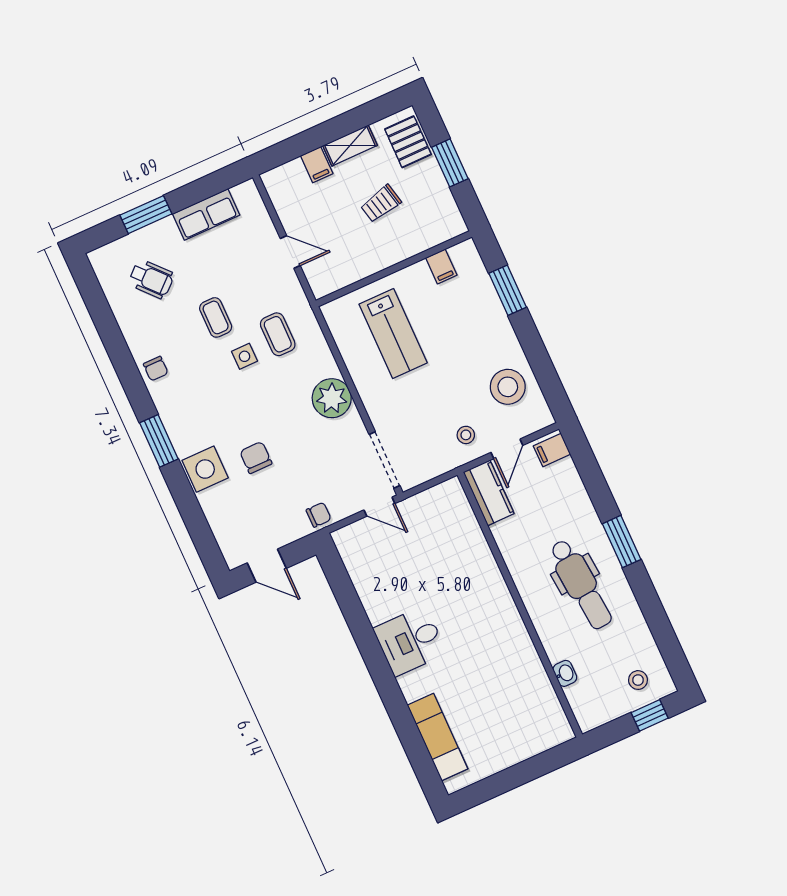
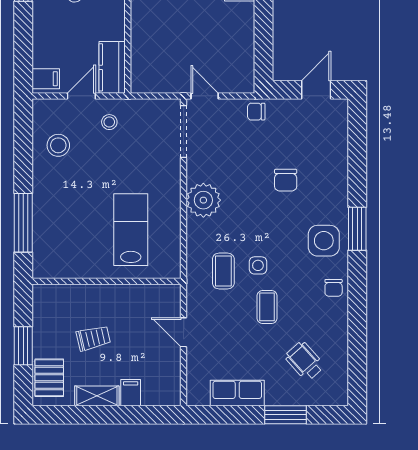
filing cabinet: (441, 266) -> (68, 266), removed
window: (508, 290) -> (23, 223), width x1.44
chair: (156, 369) -> (334, 288), turned 180
stool: (508, 387) -> (58, 145), width x0.73, depth x0.73
side table: (205, 469) -> (324, 241), moved
door: (267, 566) -> (316, 90), hinge flipped

